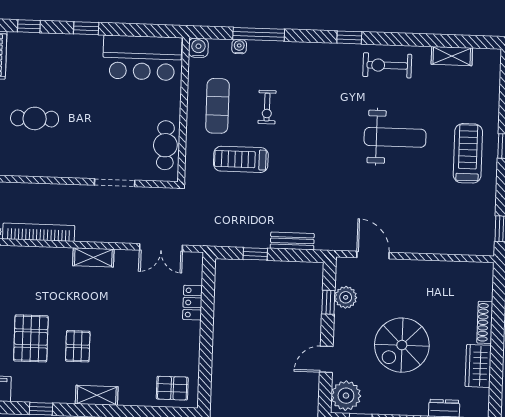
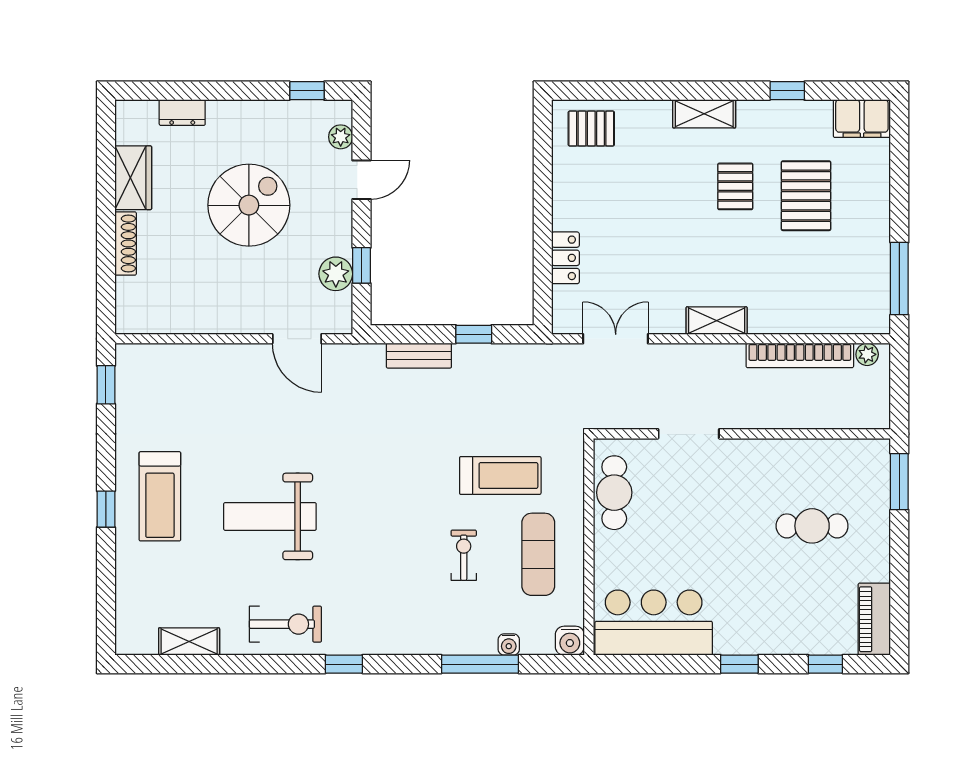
plant: (346, 396) -> (341, 137), width x0.53, depth x0.53

